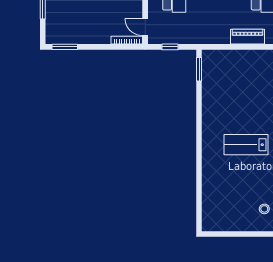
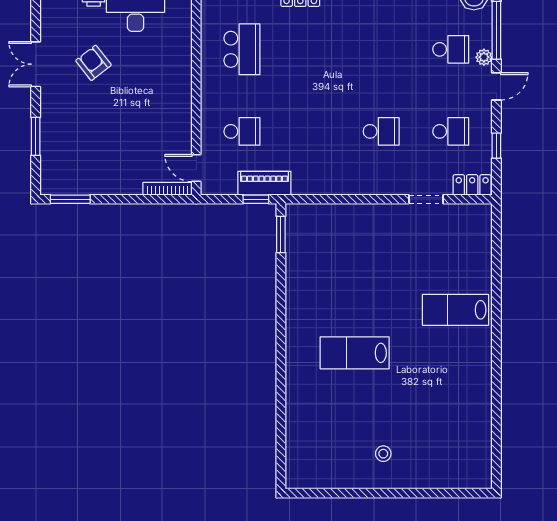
piano: (248, 37) -> (264, 183), moved
window: (170, 47) -> (256, 199), moved

